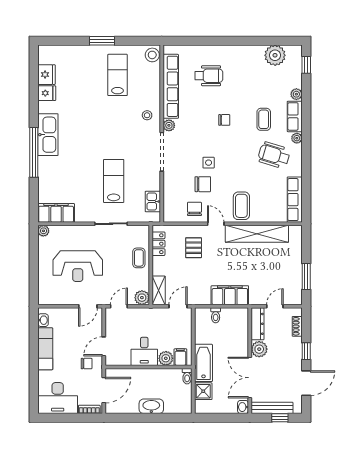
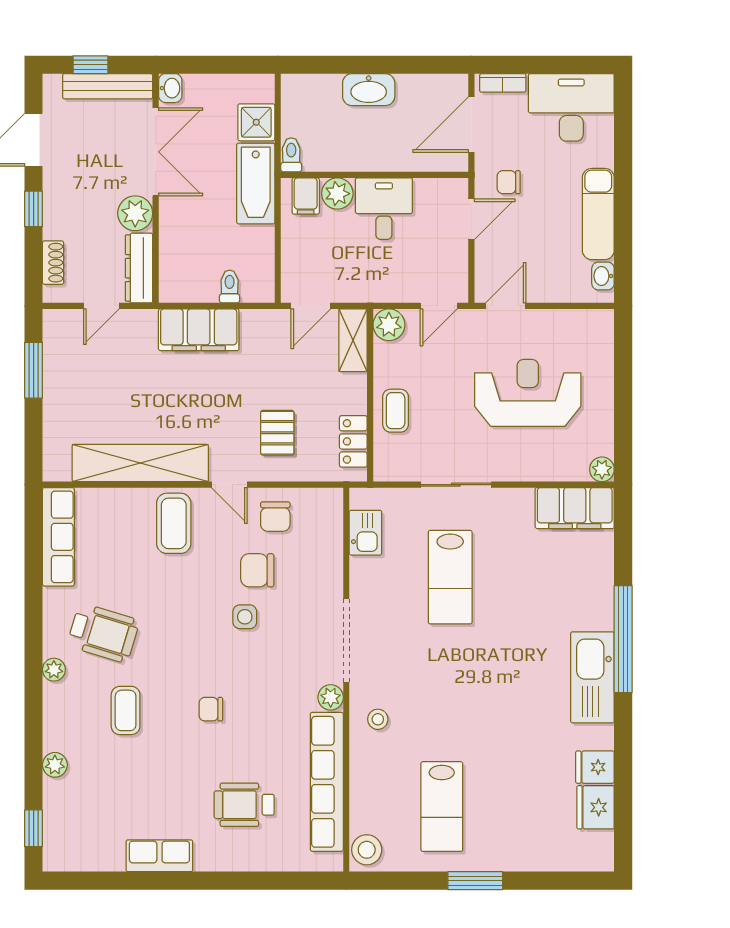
plant: (275, 55) -> (101, 849), removed
row of seats: (295, 116) -> (159, 856), moved, turned -90

